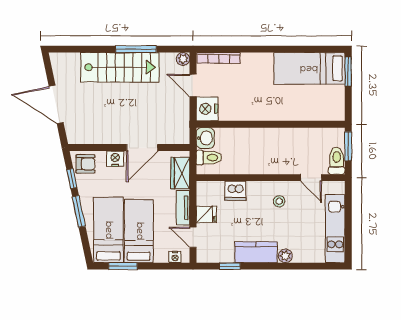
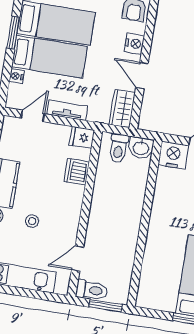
door: (142, 148) -> (142, 76), width x0.73
wardrobe: (180, 173) -> (122, 109), moved, turned -90
stool: (279, 201) -> (32, 221), moved
fridge: (206, 214) -> (82, 137), moved, turned 90
nightstand: (175, 257) -> (16, 76), moved

